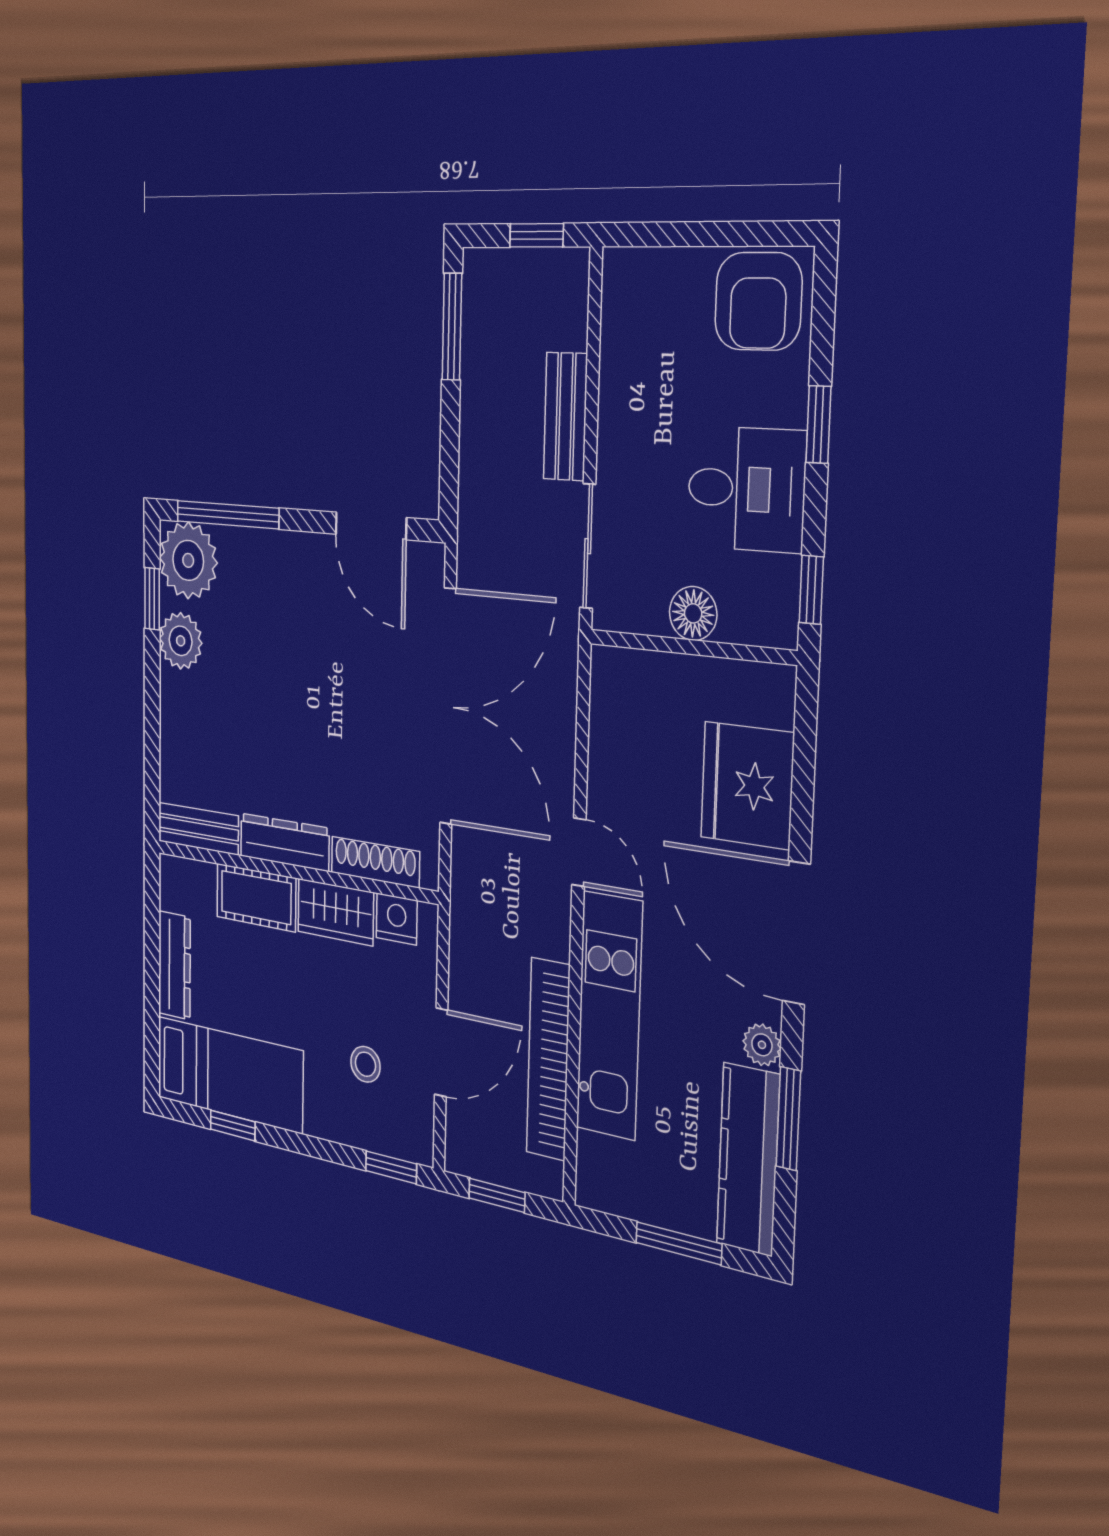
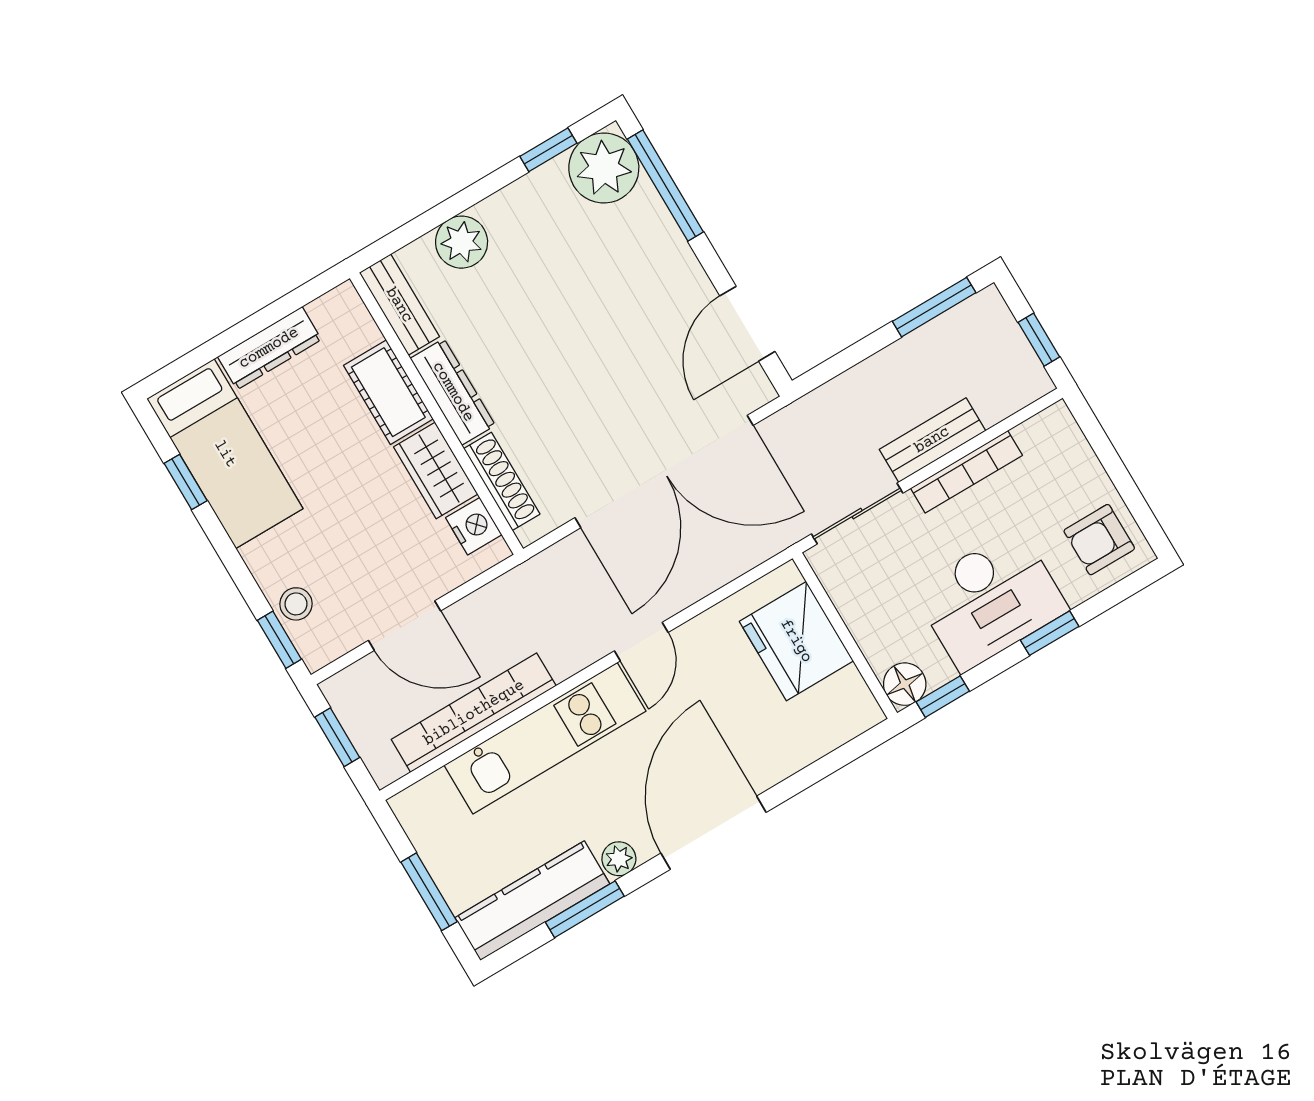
armchair: (758, 301) -> (1099, 540), width x0.72, depth x0.72
bookcase: (613, 402) -> (966, 472), added
desk: (746, 489) -> (990, 600), width x1.37
floor lamp: (693, 613) -> (905, 684), moved
plant: (181, 641) -> (462, 242), moved
fridge: (747, 785) -> (796, 641), moved, turned -90
stool: (365, 1064) -> (296, 604), moved

